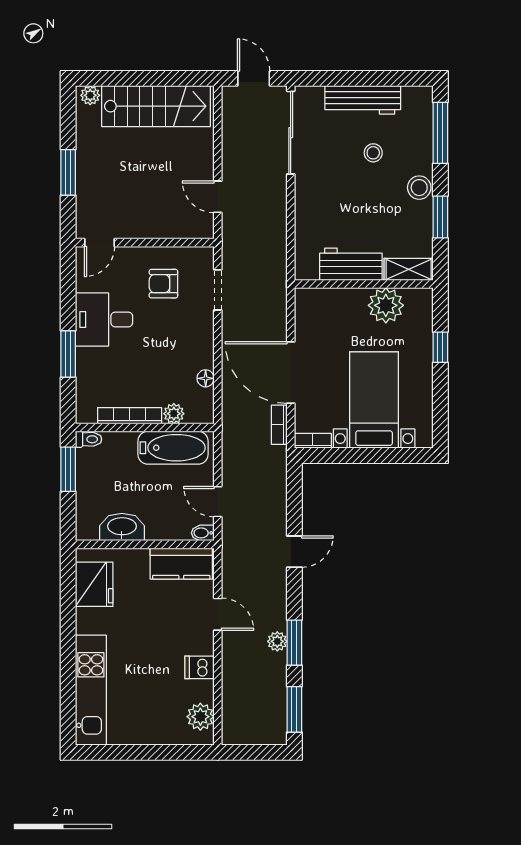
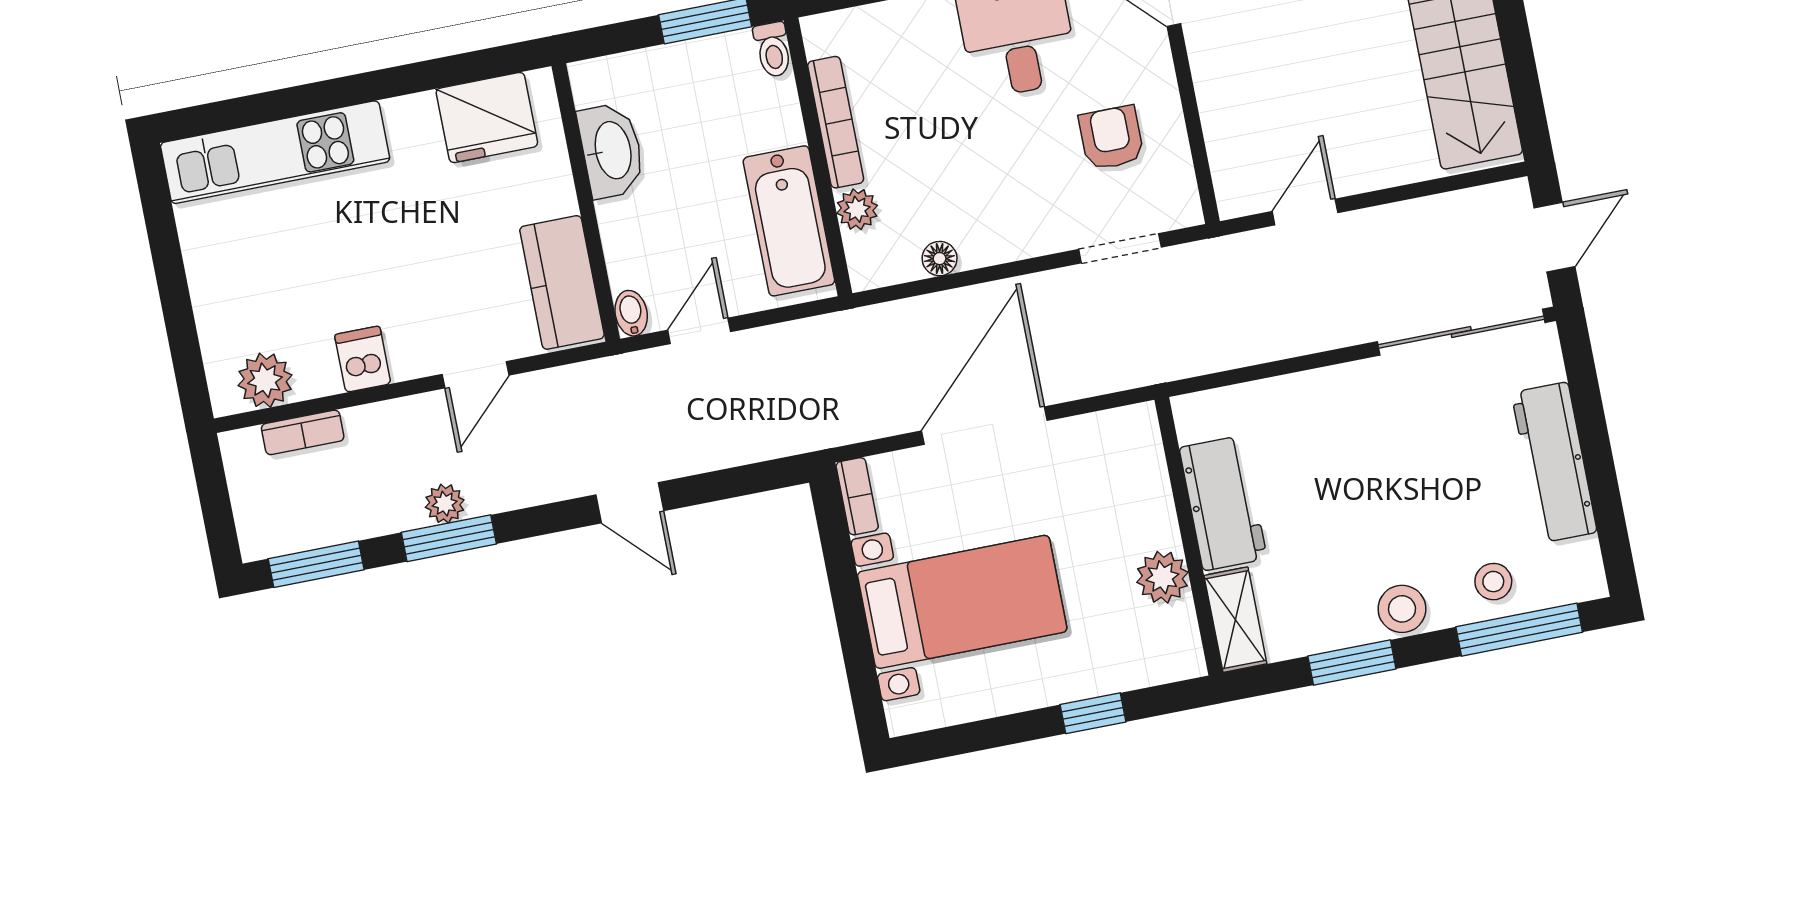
stool: (373, 153) -> (1493, 582), moved
plant: (386, 305) -> (1162, 577), width x0.73, depth x0.73
bookcase: (279, 425) -> (303, 432), moved, turned 180

